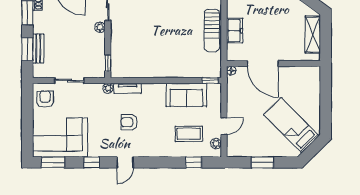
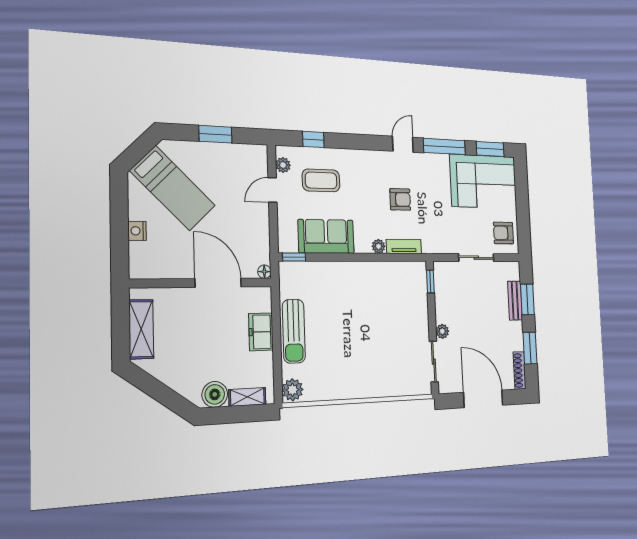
sun lounger: (212, 30) -> (294, 331), turned 180
plant: (108, 88) -> (379, 246), moved
nightstand: (315, 97) -> (137, 231), added
armchair: (45, 99) -> (503, 233), turned 90
window: (92, 162) -> (444, 146), width x2.17

